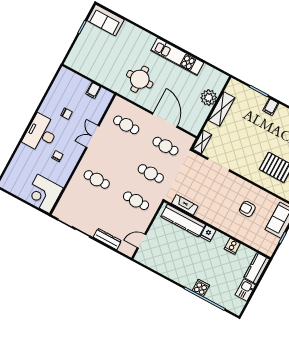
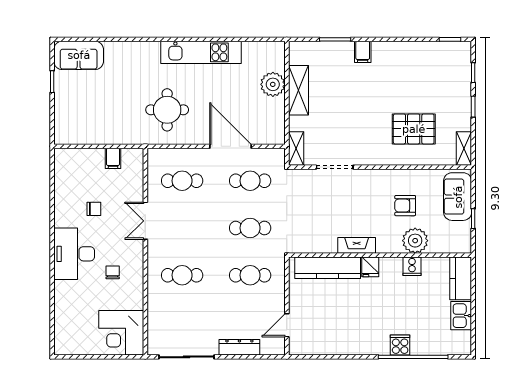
fireplace: (185, 205) -> (357, 245), moved
plant: (242, 232) -> (415, 241), added

